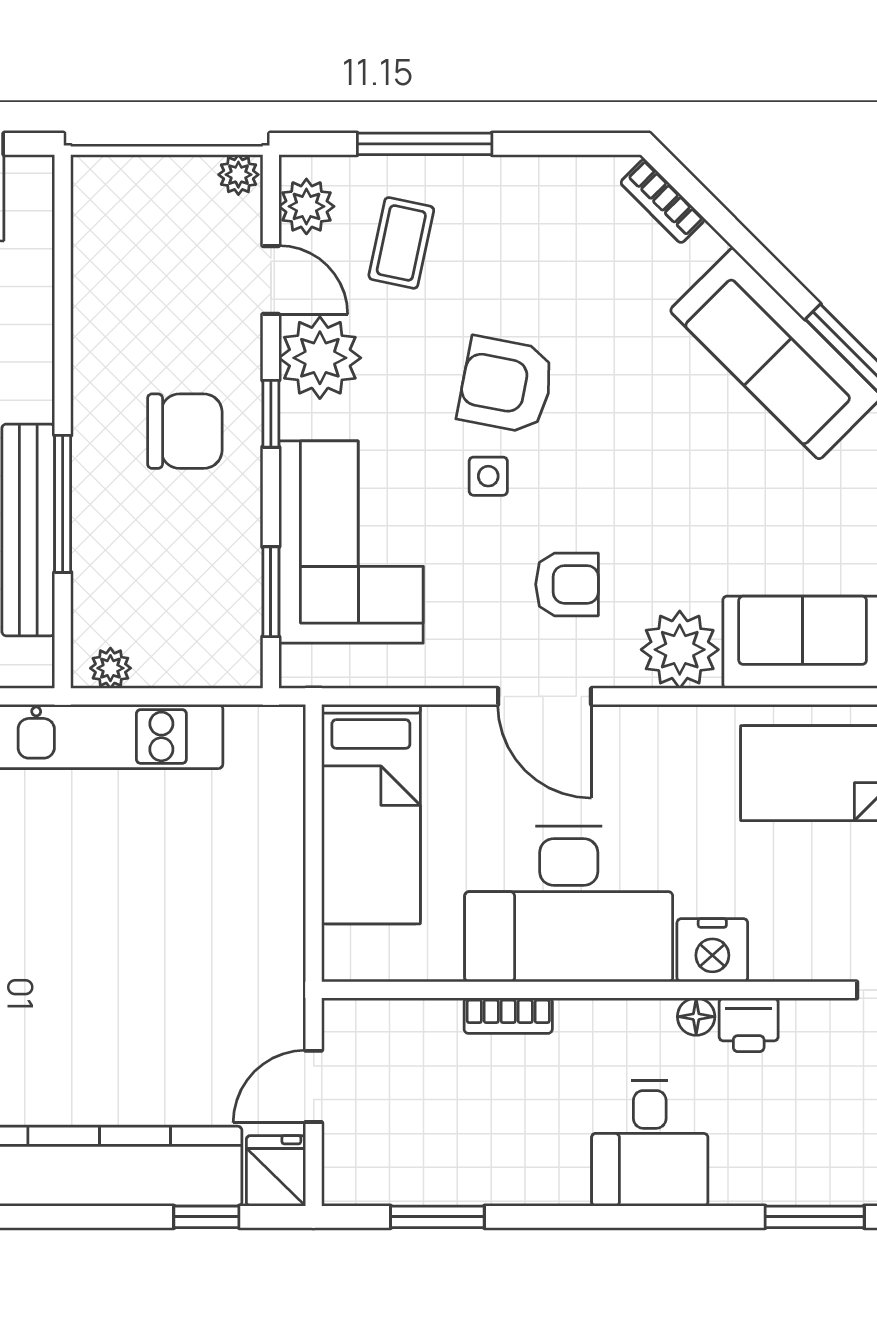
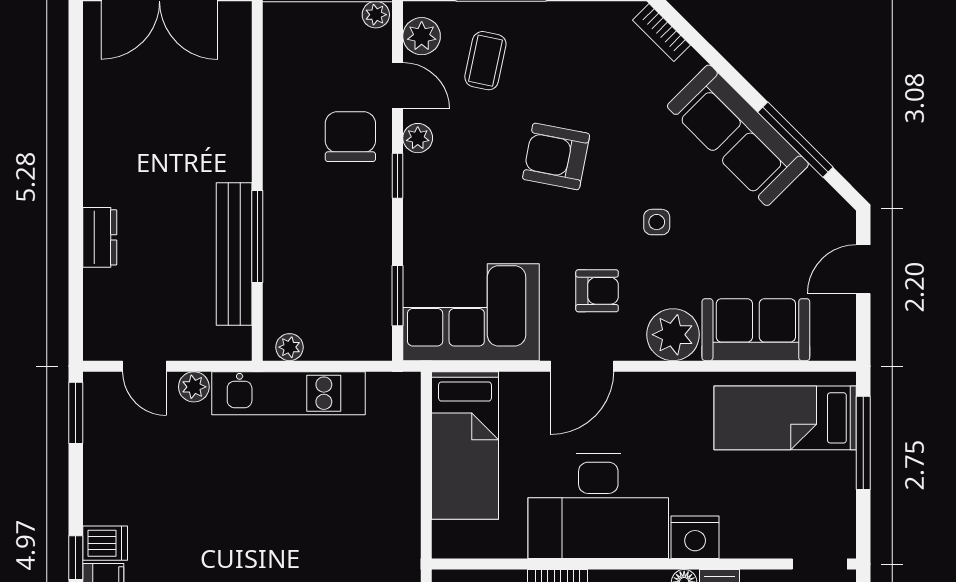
plant: (320, 358) -> (418, 138), width x0.53, depth x0.53
chair: (185, 431) -> (350, 137), moved, turned -90
side table: (488, 476) -> (657, 222), moved
corner sofa: (351, 542) -> (471, 312), moved, turned -90
door: (545, 696) -> (582, 366), hinge flipped

